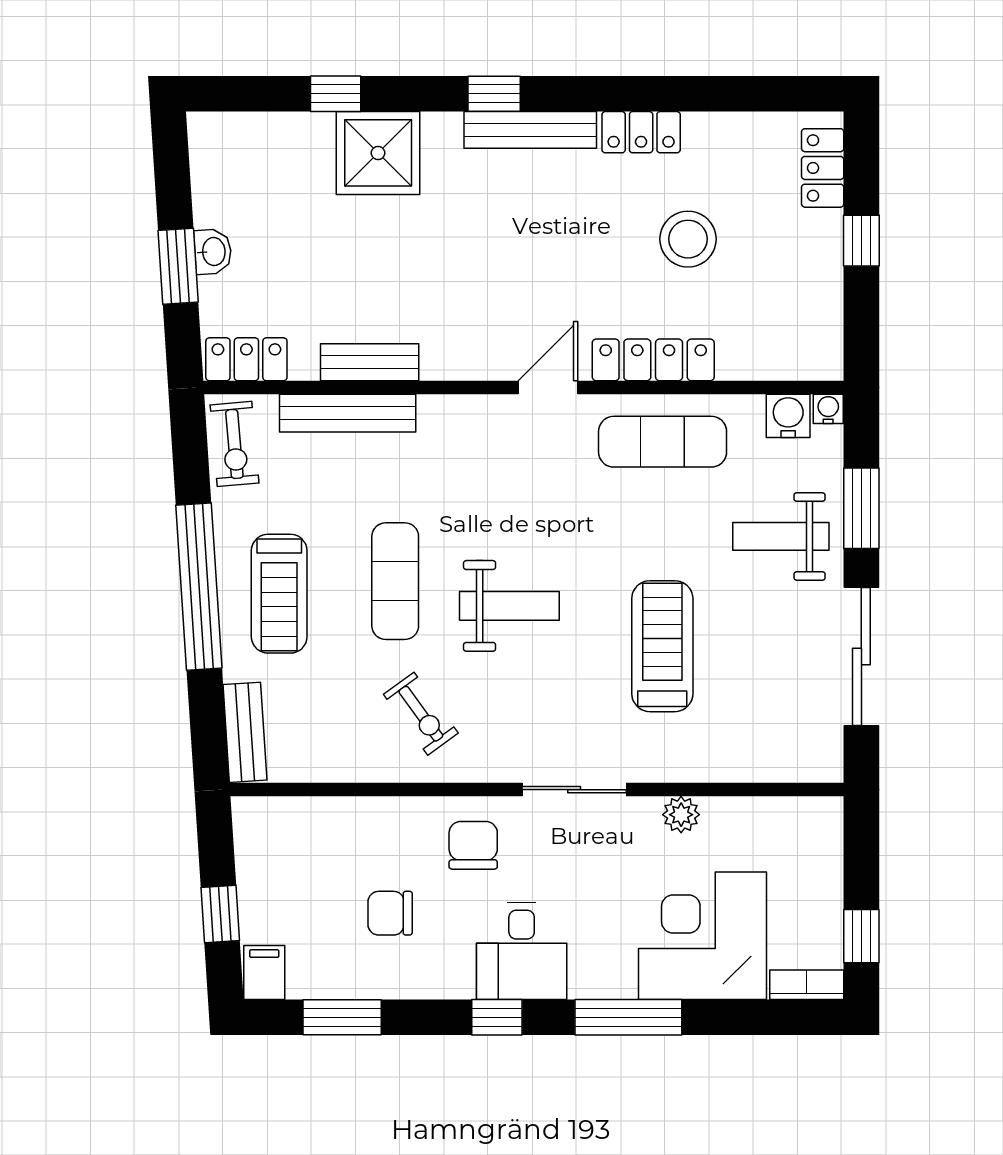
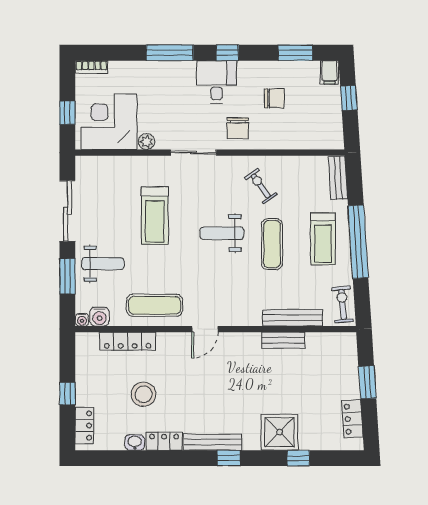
washbasin: (213, 252) -> (135, 442), moved, turned 94
locker: (246, 359) -> (352, 419), moved, turned 86
locker: (653, 360) -> (128, 341), moved
treadmill: (279, 594) -> (323, 239), turned 180
corner desk: (703, 936) -> (109, 122), moved, turned 180
window: (861, 936) -> (67, 113), moved

